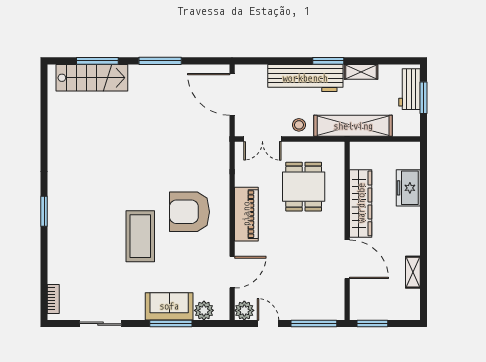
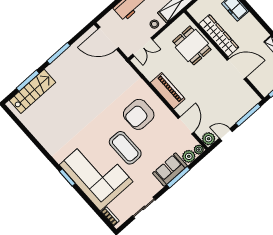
dining table: (304, 187) -> (192, 45), moved
corner sofa: (81, 236) -> (96, 173), added
plant: (222, 313) -> (199, 150), added

